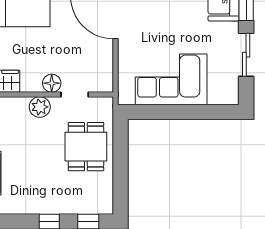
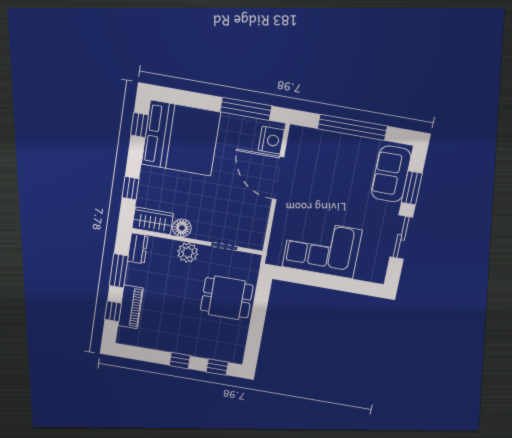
floor lamp: (52, 83) -> (182, 228), moved
dining table: (86, 147) -> (227, 298), turned 90

